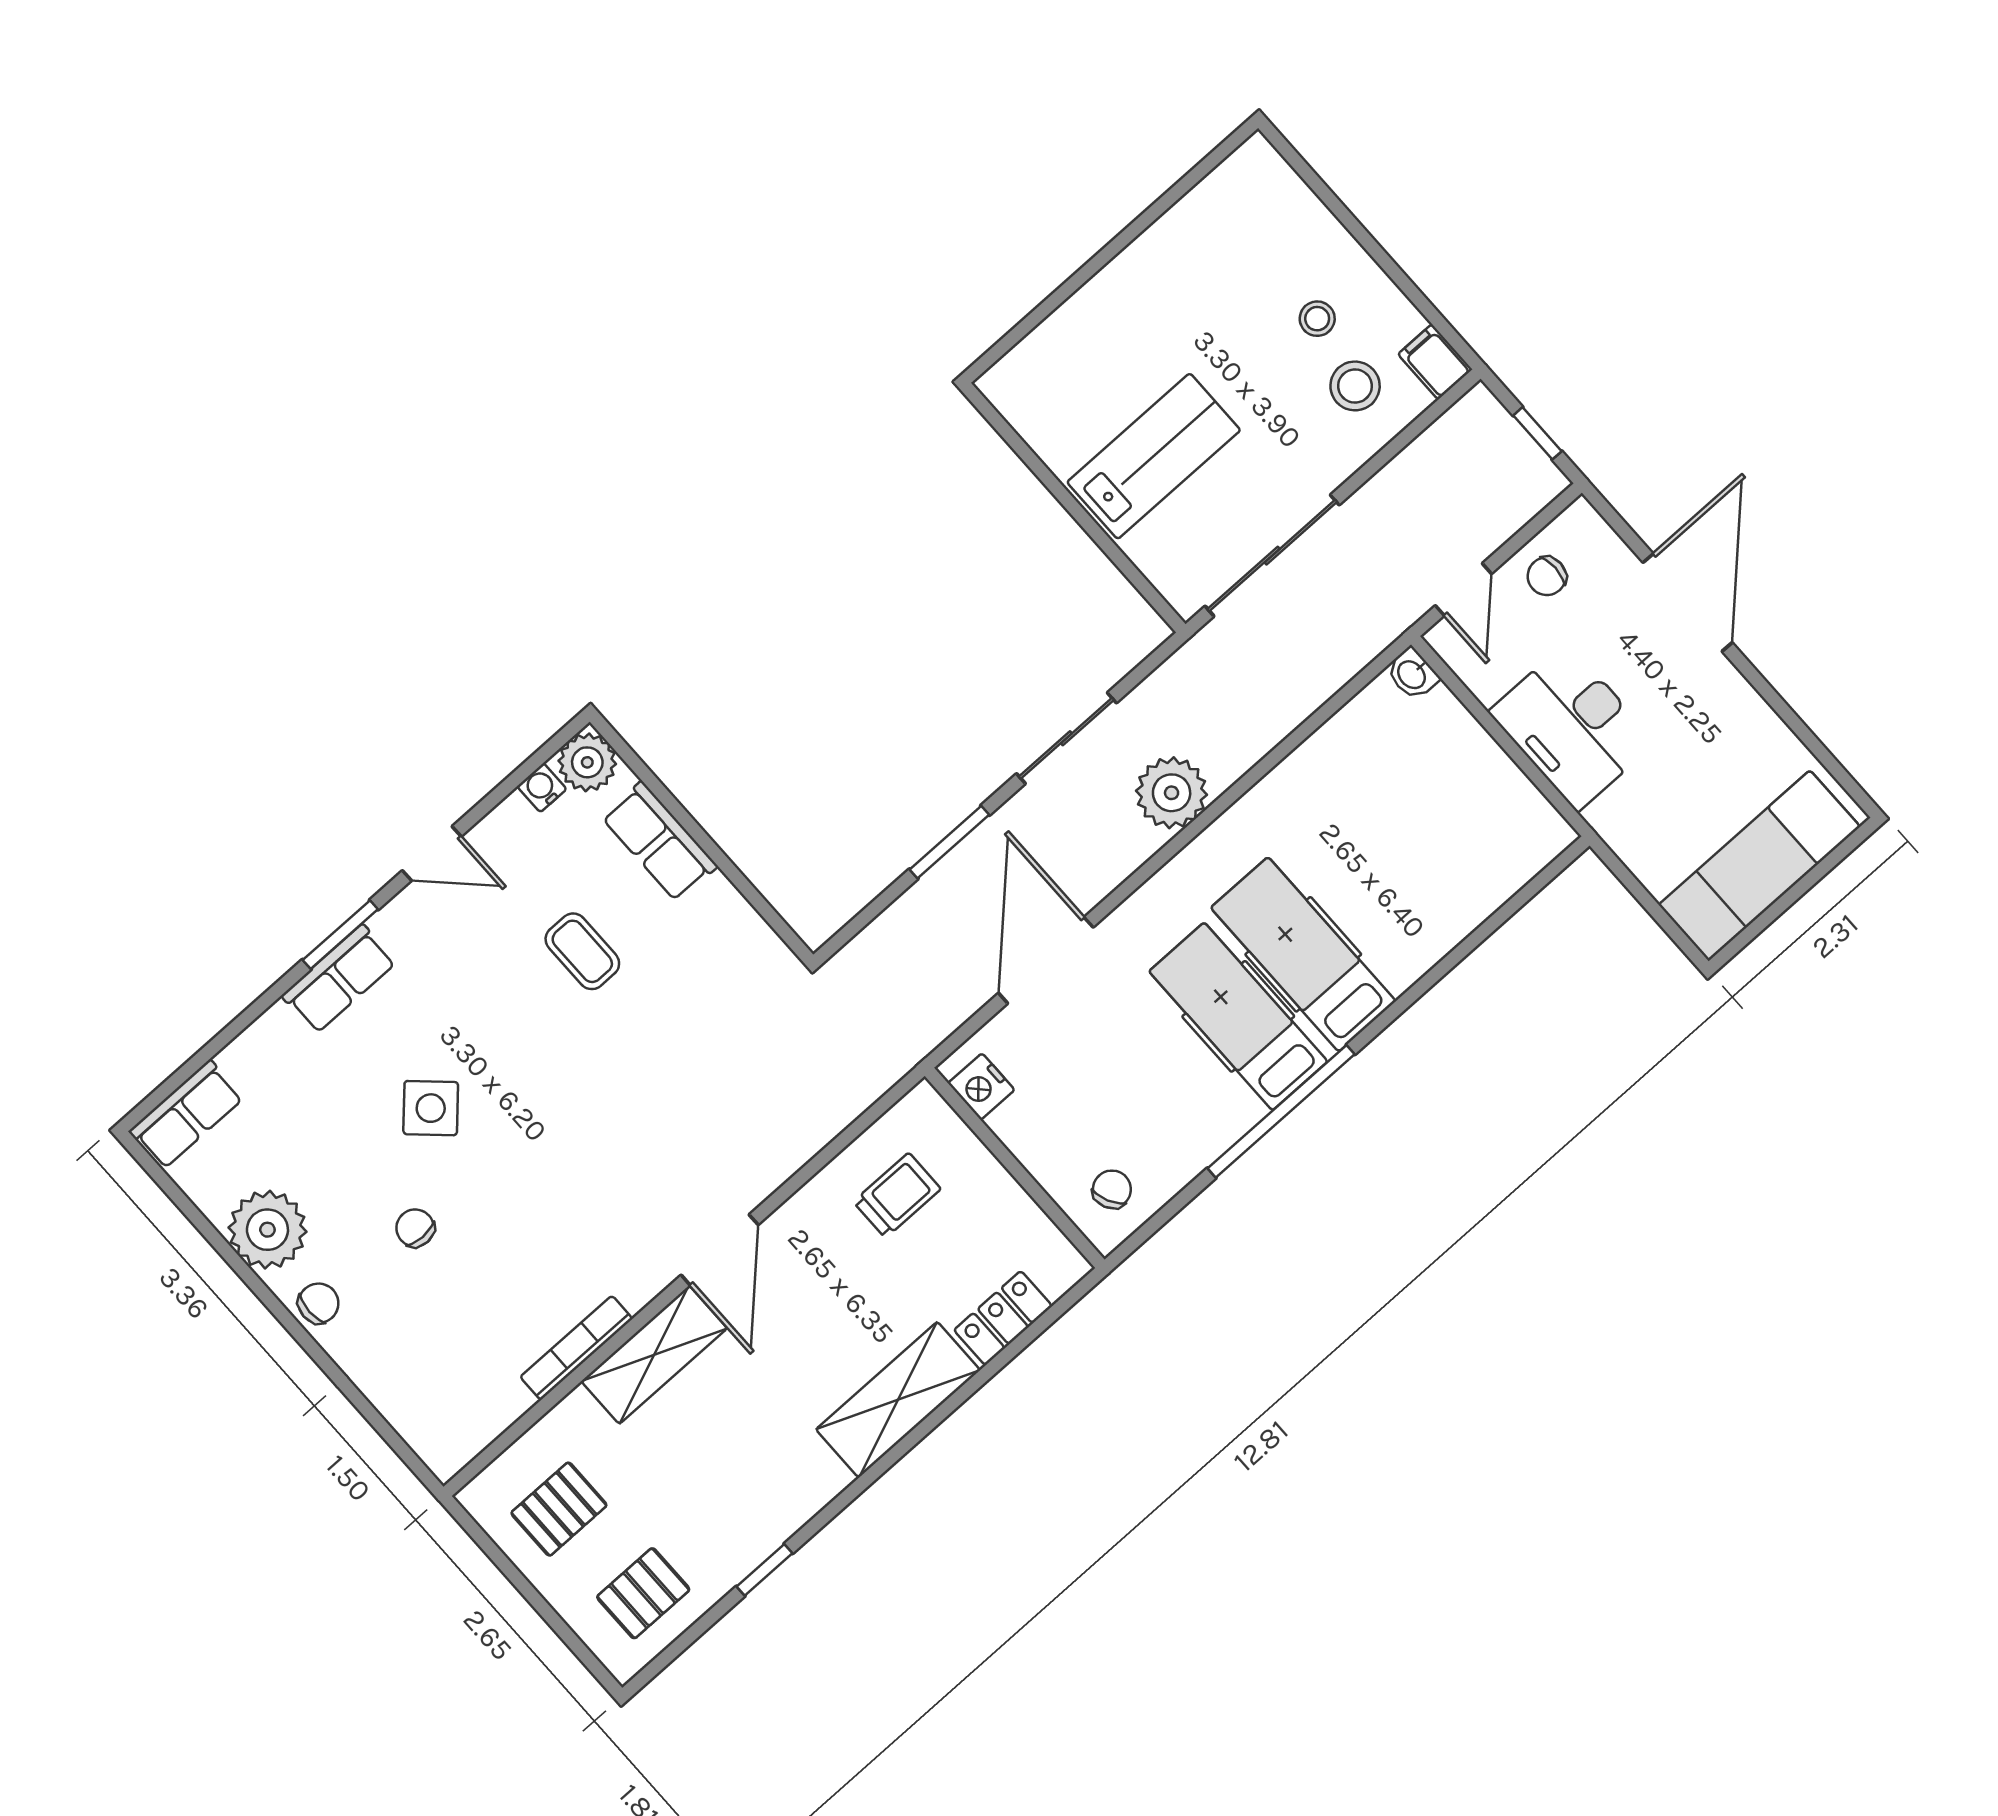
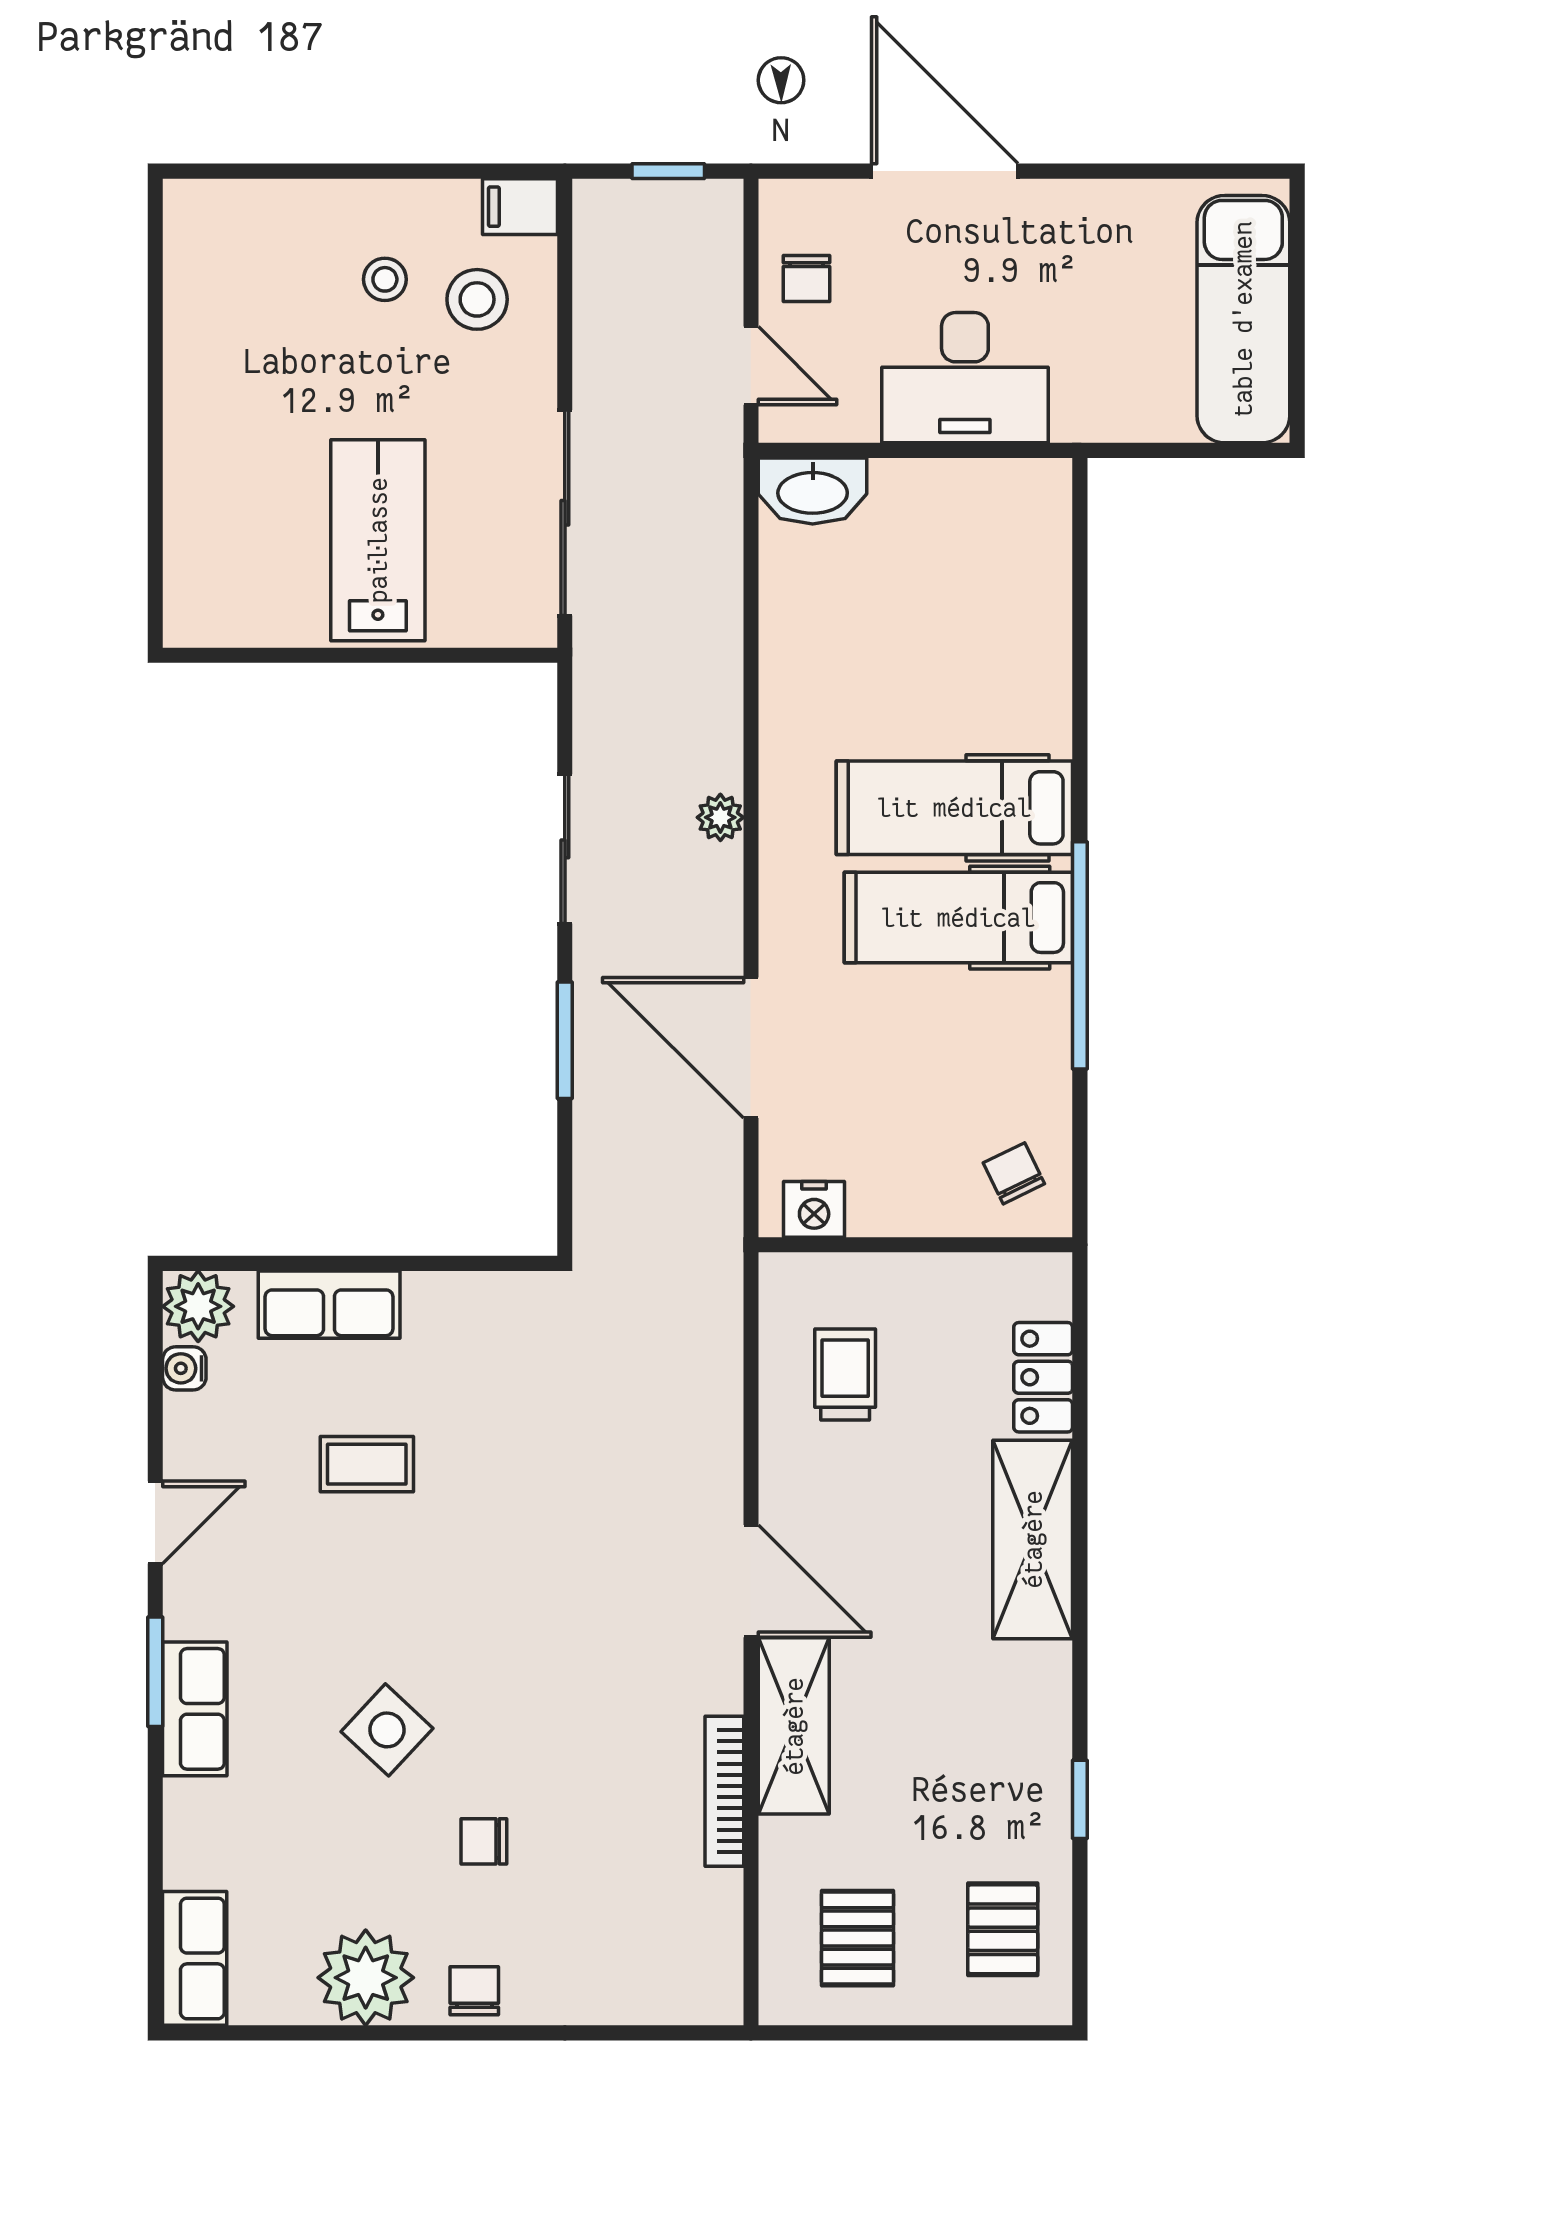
washbasin: (1412, 674) -> (813, 491), width x1.91, depth x1.45
plant: (1172, 793) -> (720, 817), width x0.53, depth x0.53

